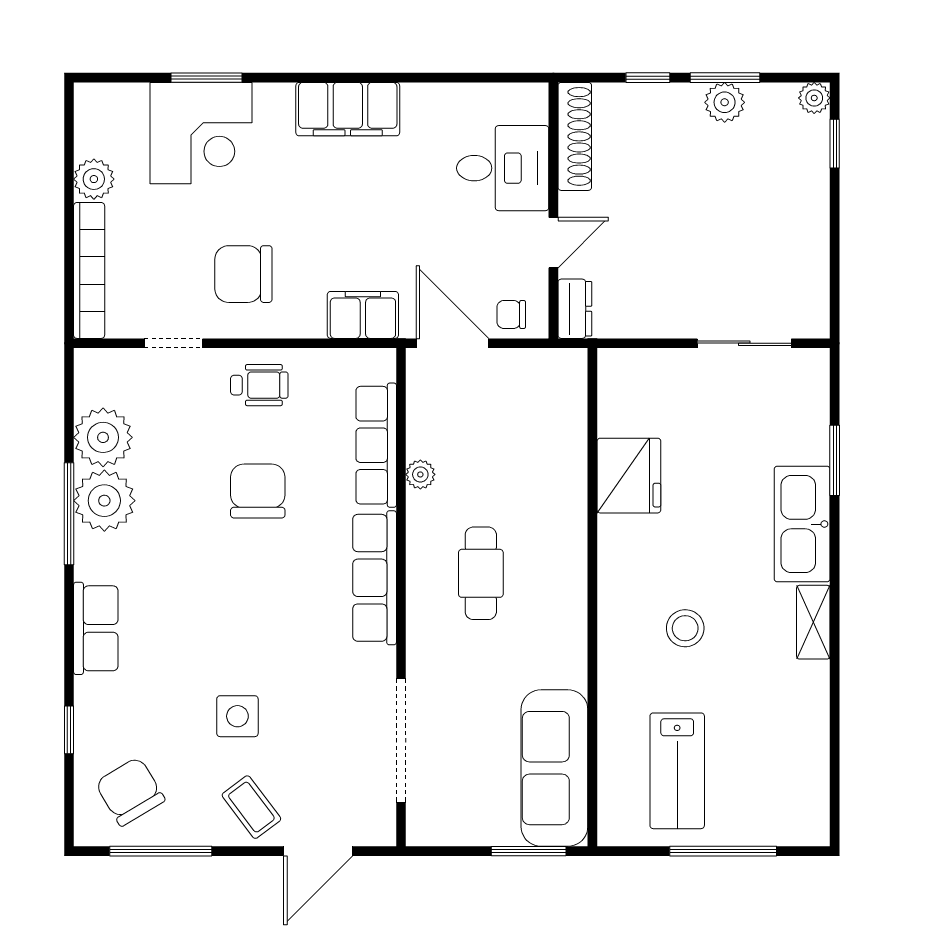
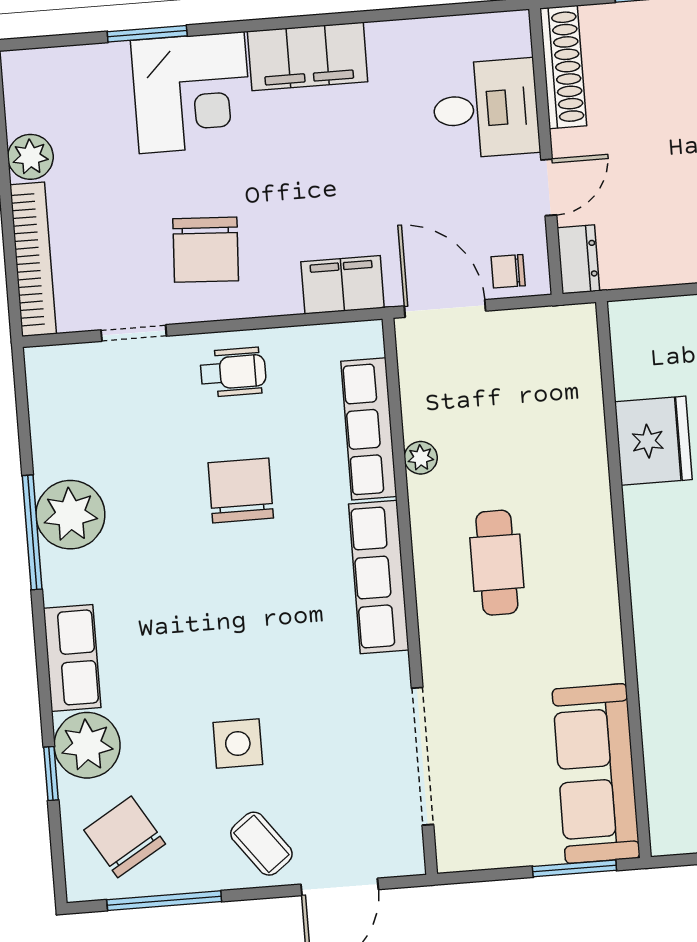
corner desk: (201, 133) -> (192, 93), moved
chair: (243, 274) -> (206, 250), turned -87
plant: (103, 437) -> (87, 745), moved

